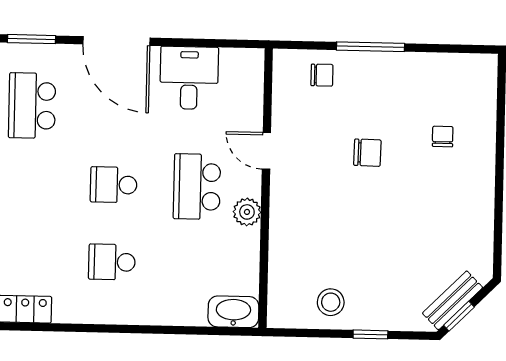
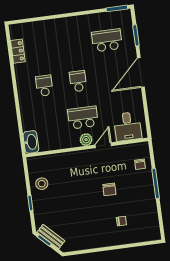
desk: (189, 78) -> (128, 126), moved, turned 90
plant: (247, 212) -> (86, 140), moved

